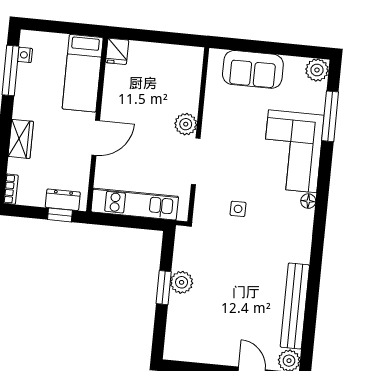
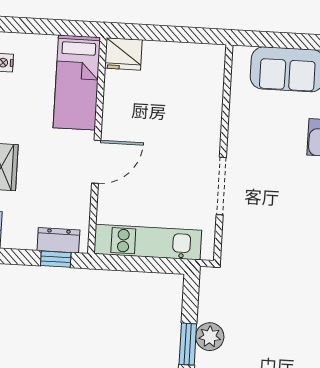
fridge: (117, 51) -> (123, 54), width x1.38
plant: (186, 124) -> (207, 140), removed
side table: (238, 209) -> (276, 243), removed

